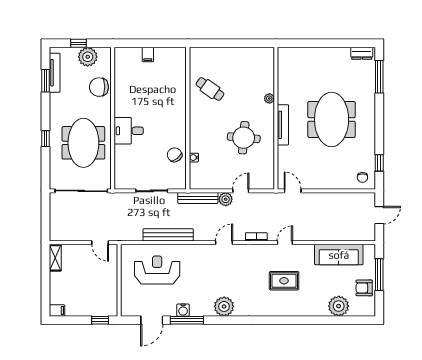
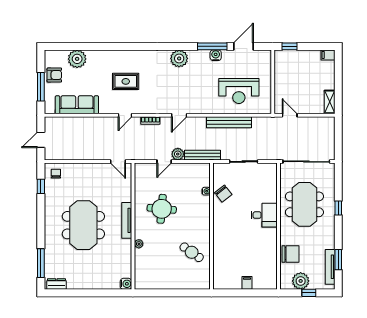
water cooler: (284, 54) -> (126, 284), added

